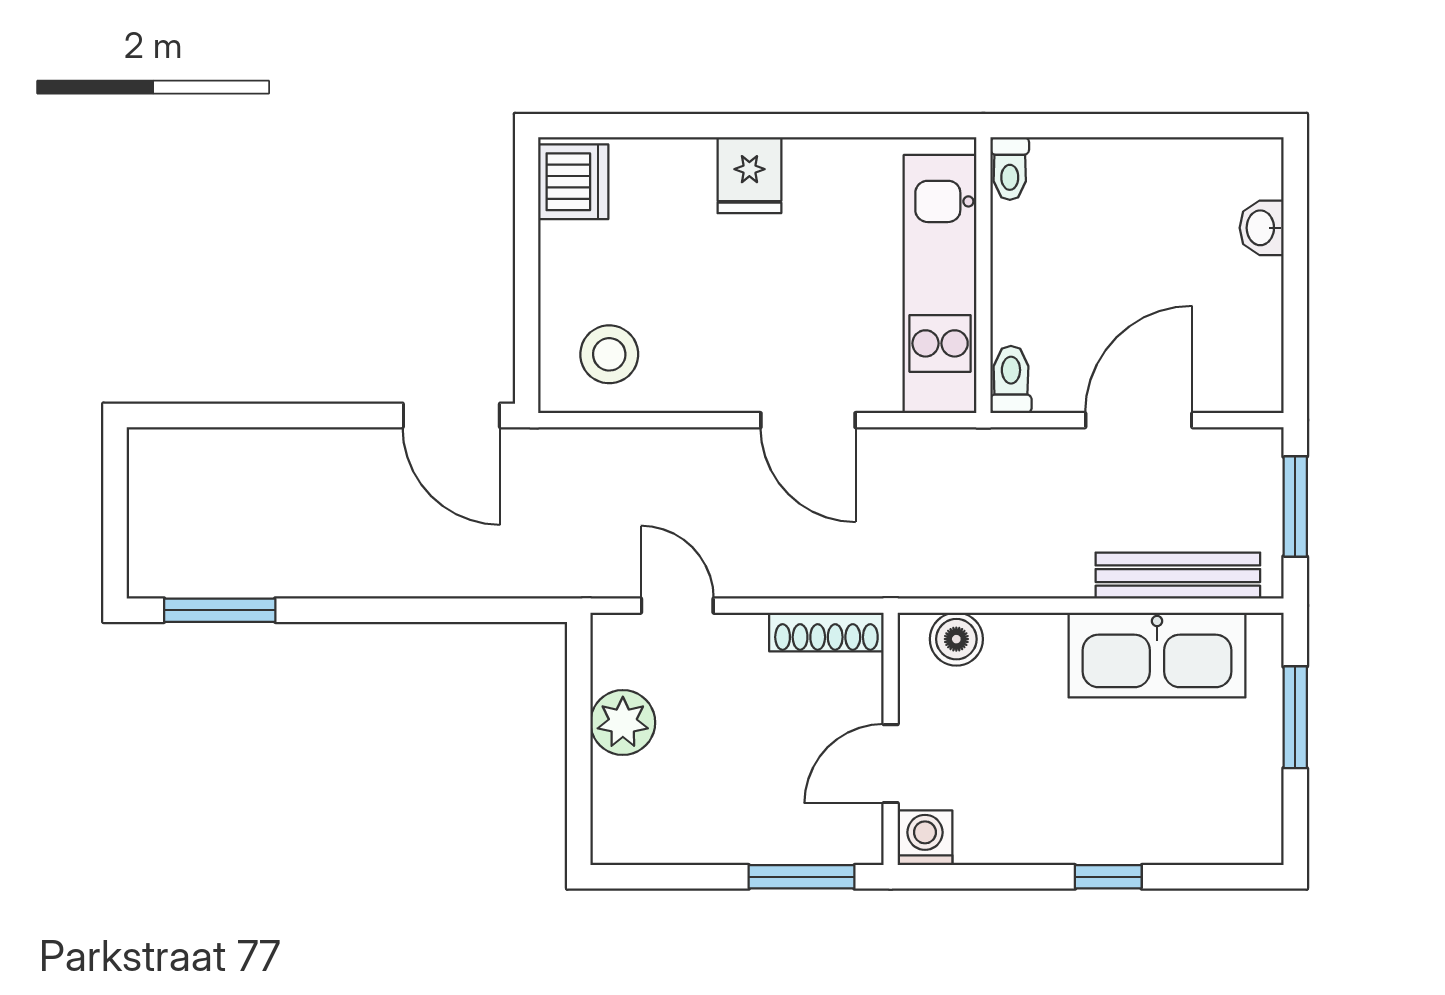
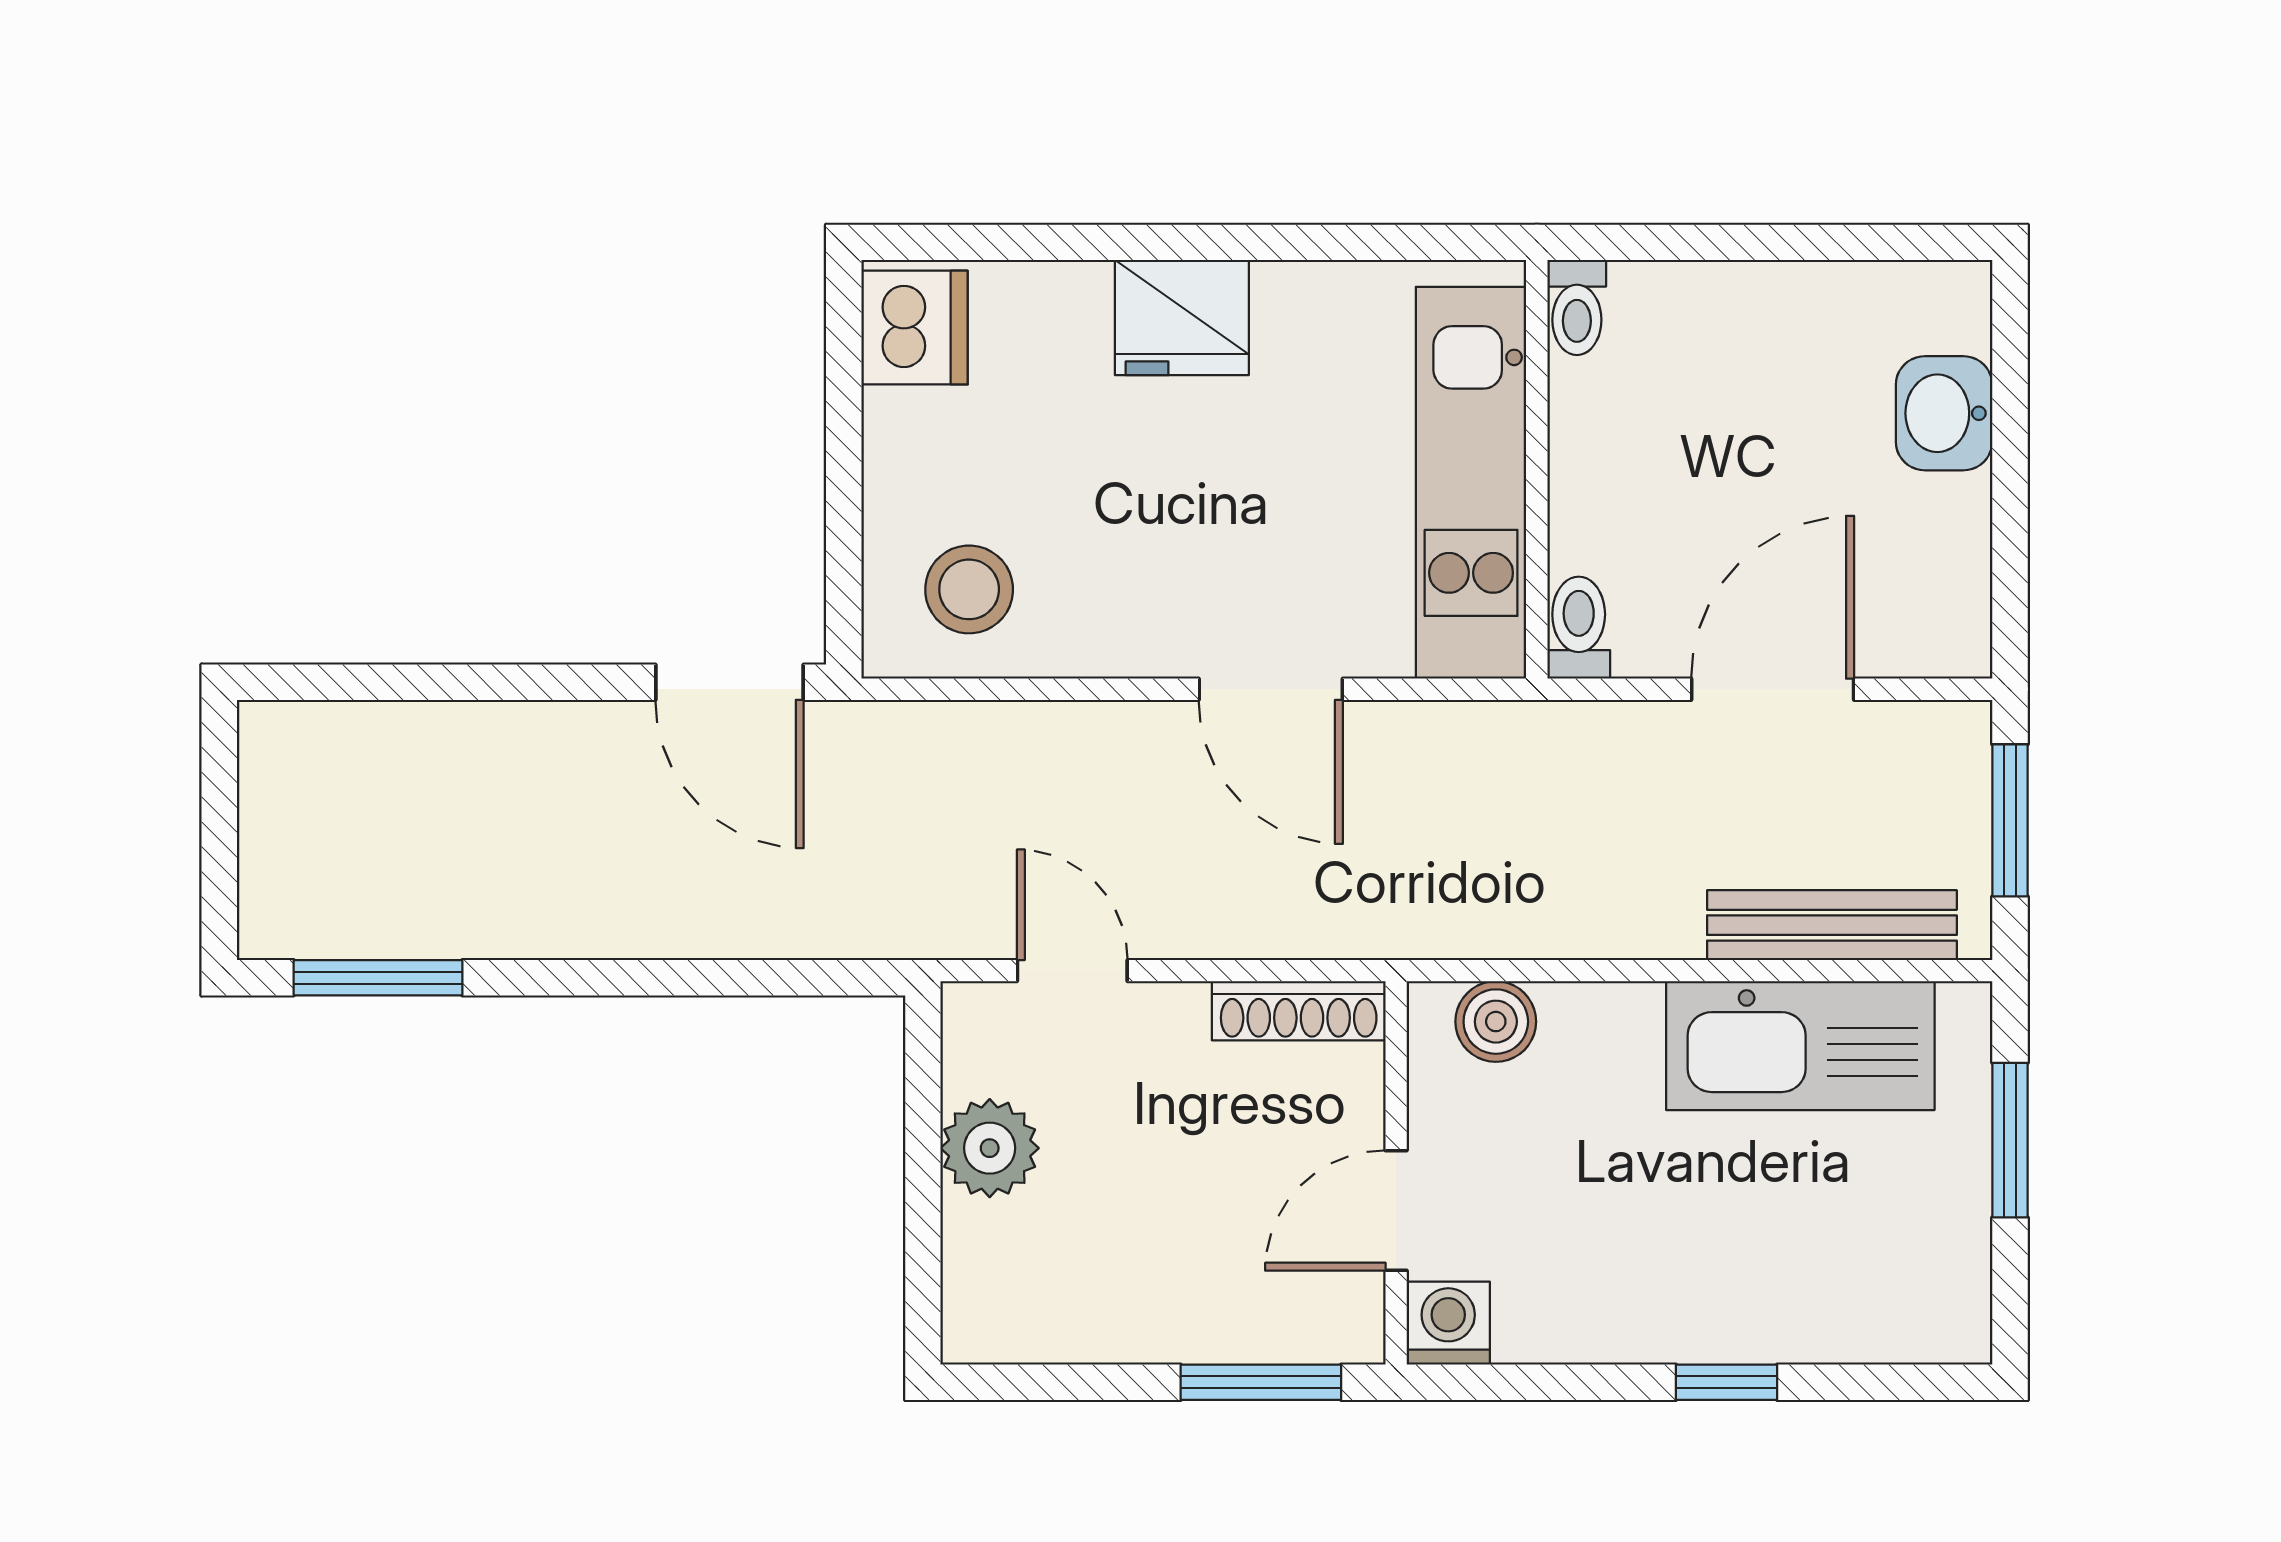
fridge: (749, 175) -> (1182, 318), width x1.38
washbasin: (1262, 228) -> (1944, 413), width x1.38, depth x1.45

